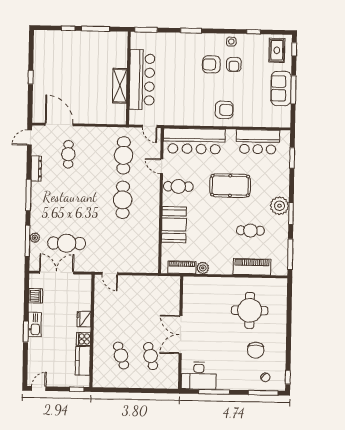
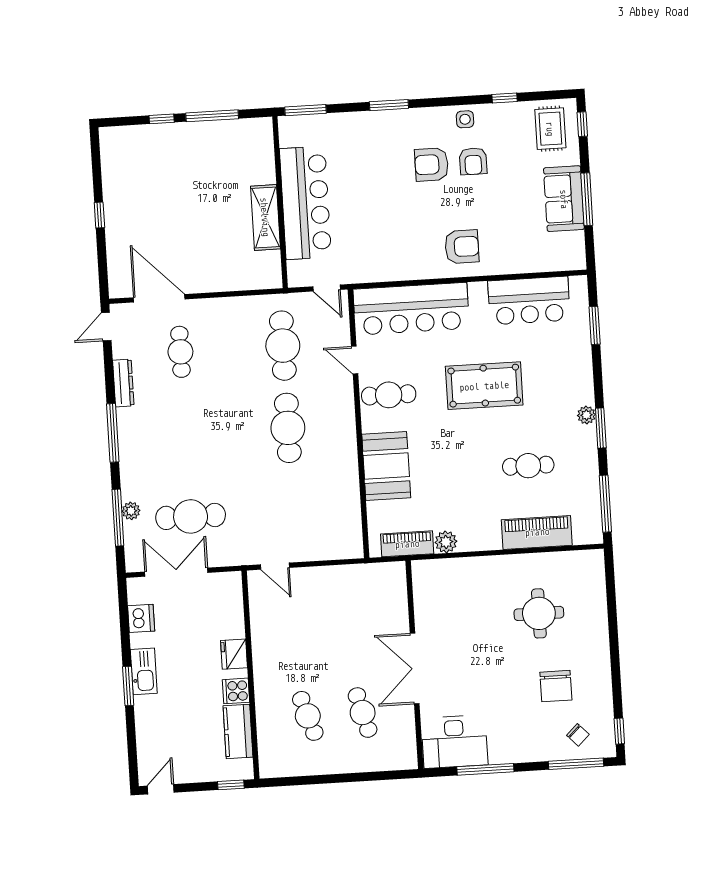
plant: (279, 206) -> (586, 415), width x0.53, depth x0.53
round table: (250, 310) -> (539, 613), width x0.73, depth x0.73

